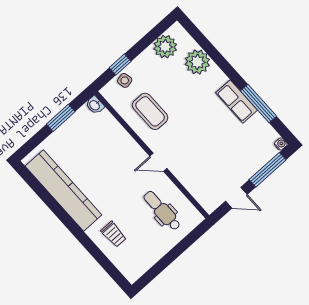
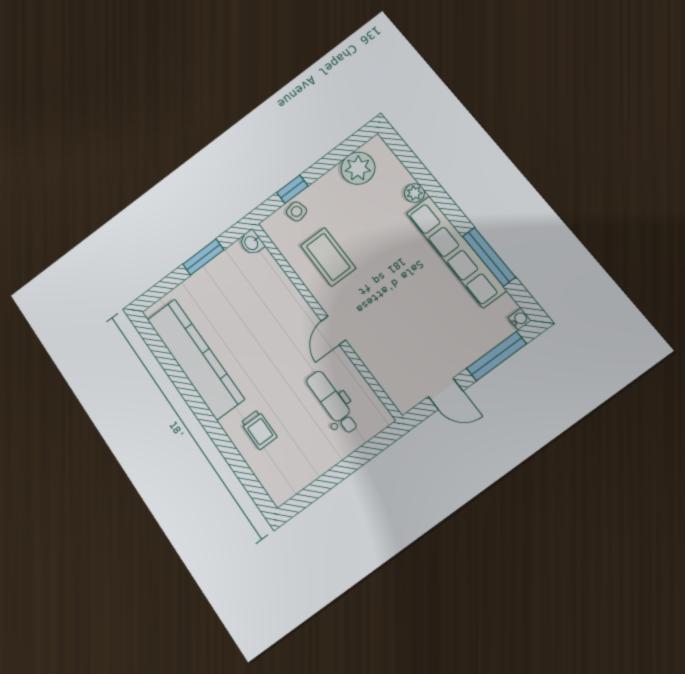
plant: (197, 62) -> (414, 193), width x0.53, depth x0.53
row of seats: (237, 101) -> (456, 251), width x2.02
door: (158, 162) -> (333, 331), hinge flipped

